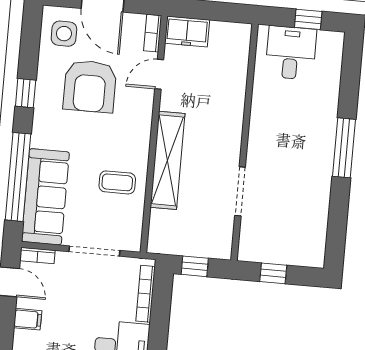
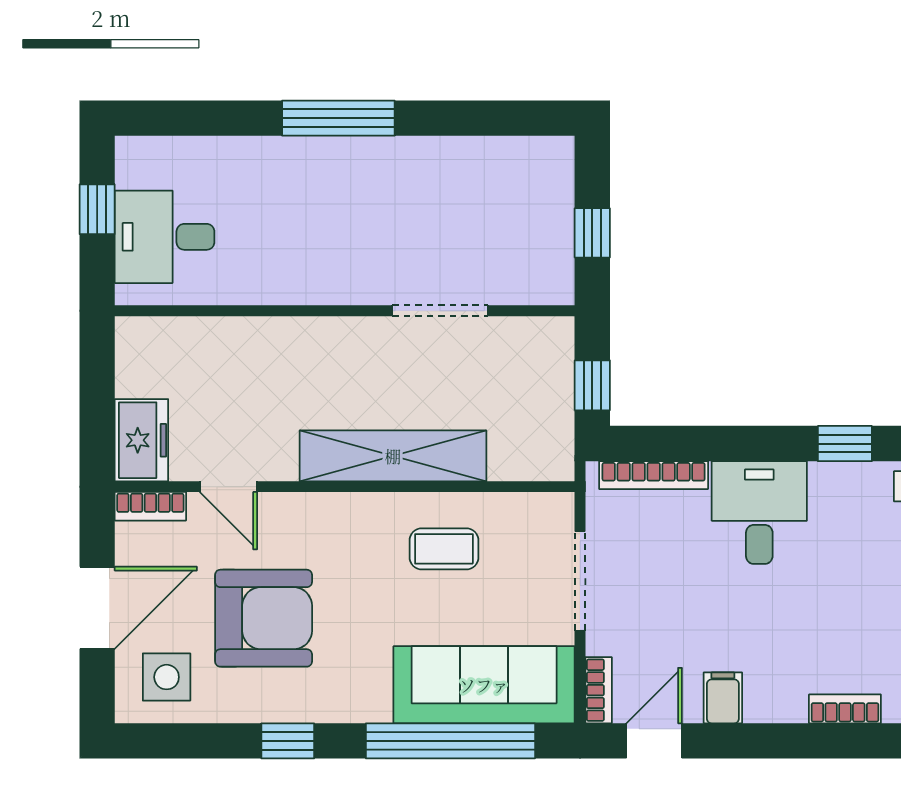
coffee table: (117, 182) -> (444, 549), turned 90

